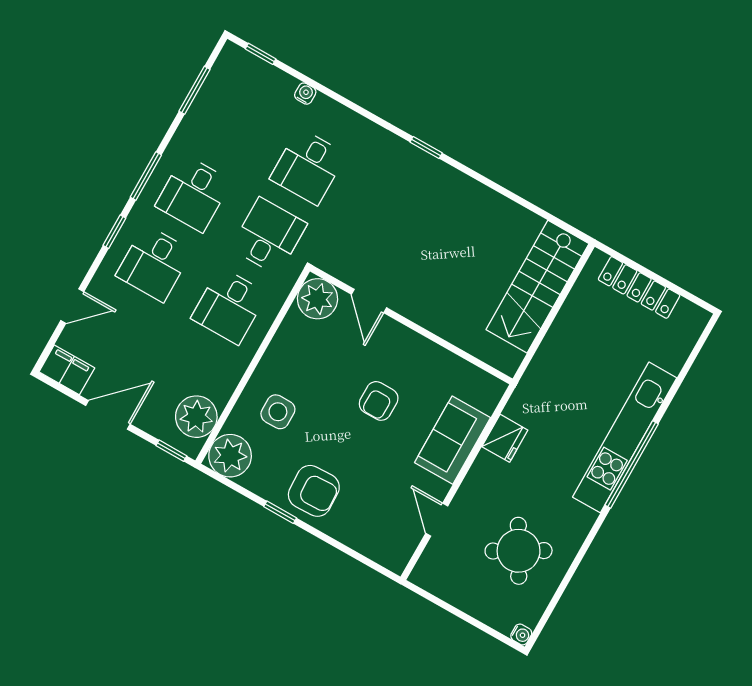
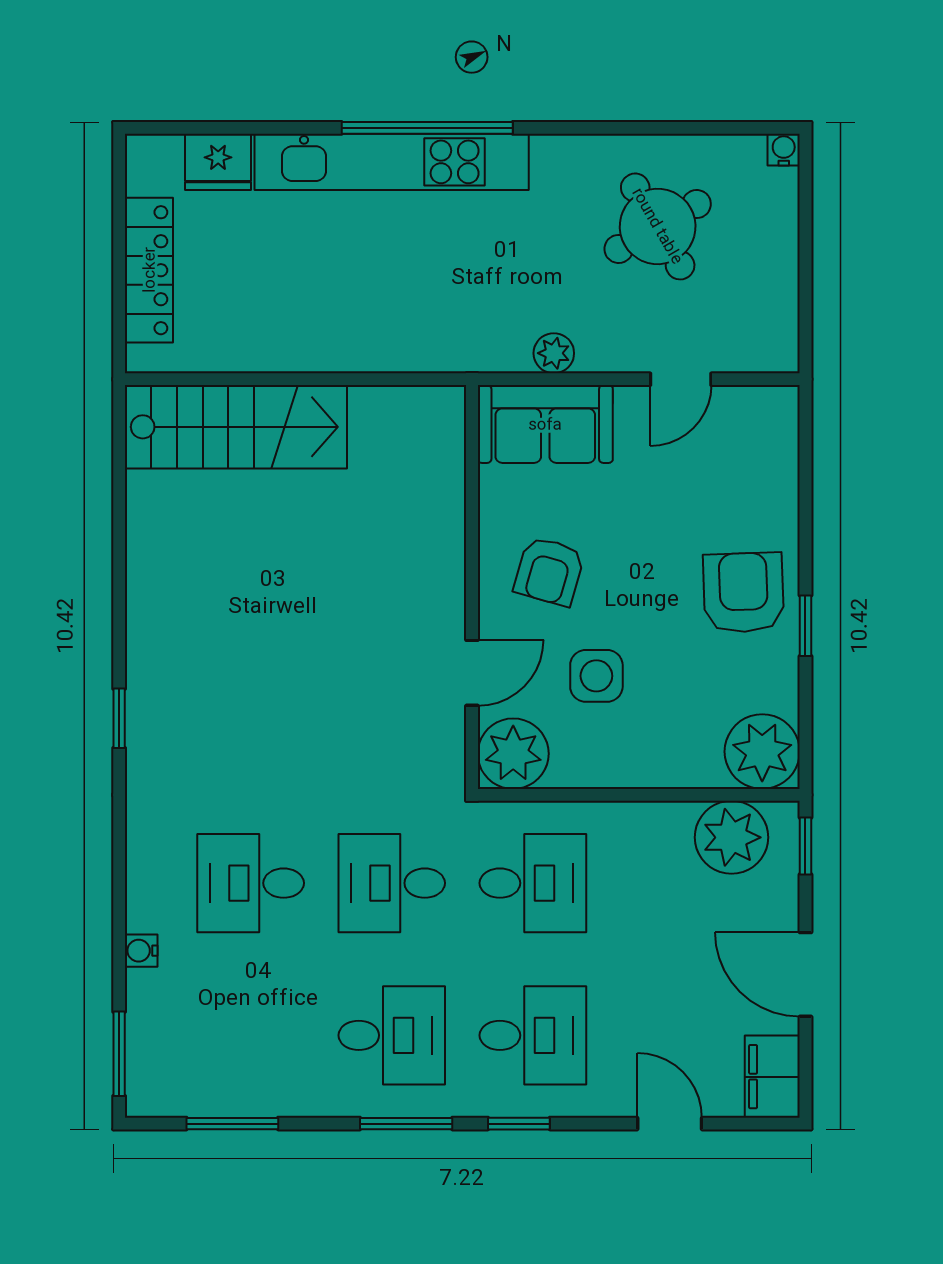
window: (261, 54) -> (119, 1054), width x1.50
desk: (308, 166) -> (251, 883), turned 180
plant: (318, 299) -> (513, 754), moved
door: (369, 301) -> (472, 673), moved
wall: (411, 325) -> (472, 587), moved
armchair: (379, 401) -> (549, 571), turned 106
side table: (278, 412) -> (596, 676), moved
fridge: (505, 438) -> (218, 162), moved, turned 180
plant: (485, 464) -> (554, 353), added

